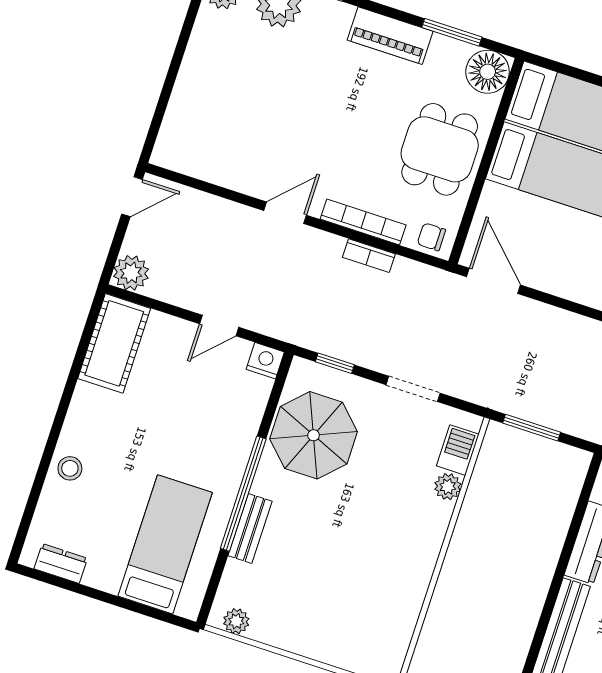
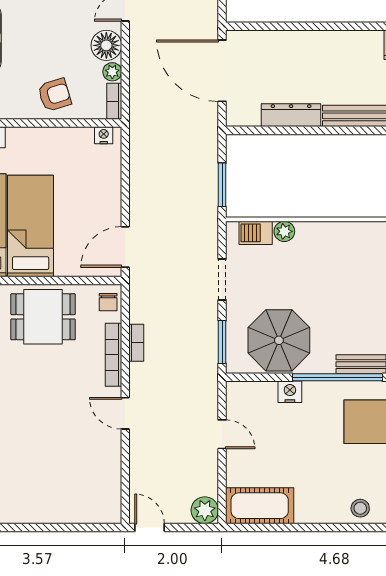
nightstand: (265, 361) -> (290, 392), moved, turned 90
window: (335, 363) -> (222, 342), width x1.50

